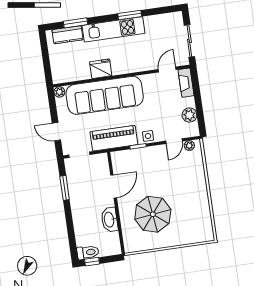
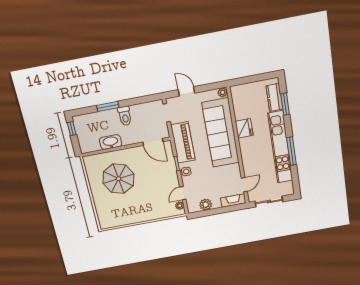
window: (130, 15) -> (291, 151), width x1.44
kitchen unit: (113, 29) -> (280, 147), width x1.36
door: (167, 69) -> (244, 185), hinge flipped
door: (56, 132) -> (186, 91), hinge flipped
door: (174, 141) -> (183, 193), hinge flipped
door: (114, 186) -> (153, 142), moved
window: (65, 188) -> (108, 106), moved
toilet: (88, 252) -> (125, 116), moved

